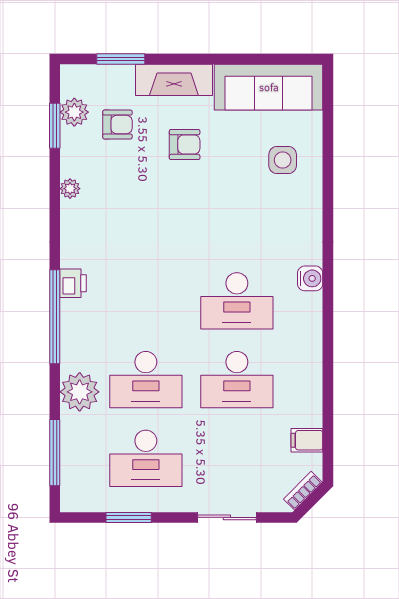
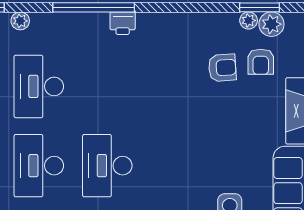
armchair: (185, 145) -> (222, 68), moved, turned -94
plant: (70, 189) -> (249, 20), moved
plant: (80, 392) -> (20, 21), width x0.53, depth x0.53

